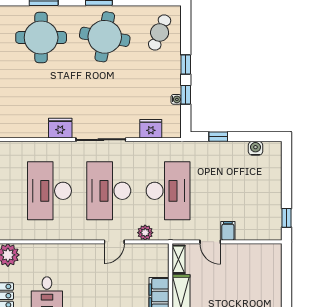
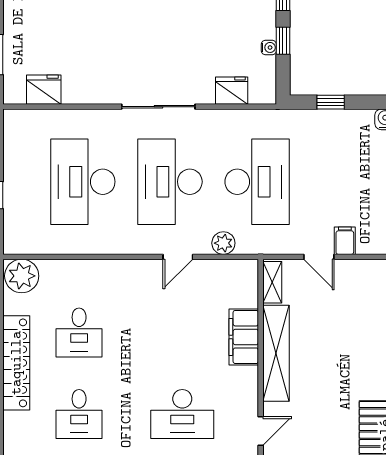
fridge: (60, 128) -> (44, 90), moved

